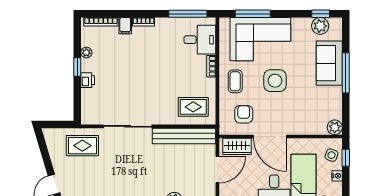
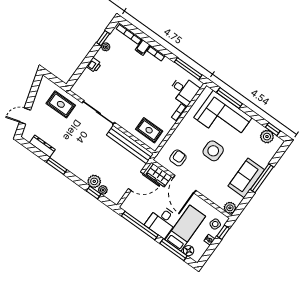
sofa: (329, 63) -> (246, 178), moved
window: (77, 67) -> (103, 38), moved
coffee table: (235, 81) -> (187, 133), removed

